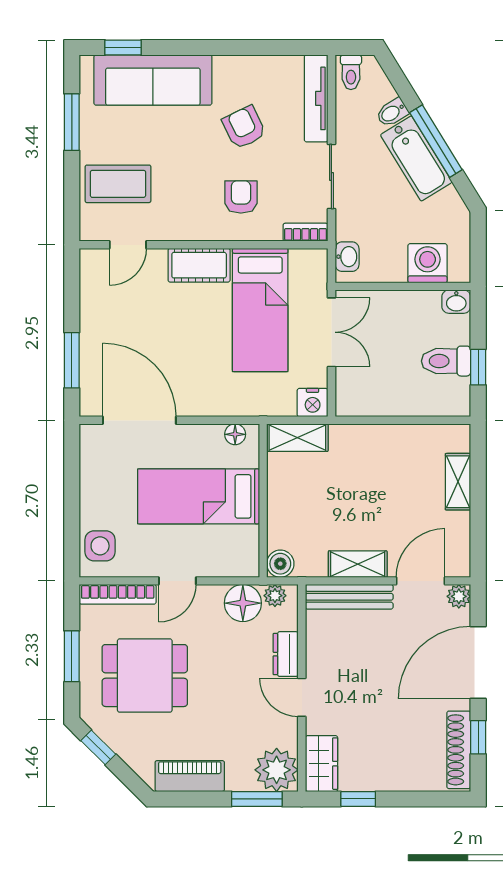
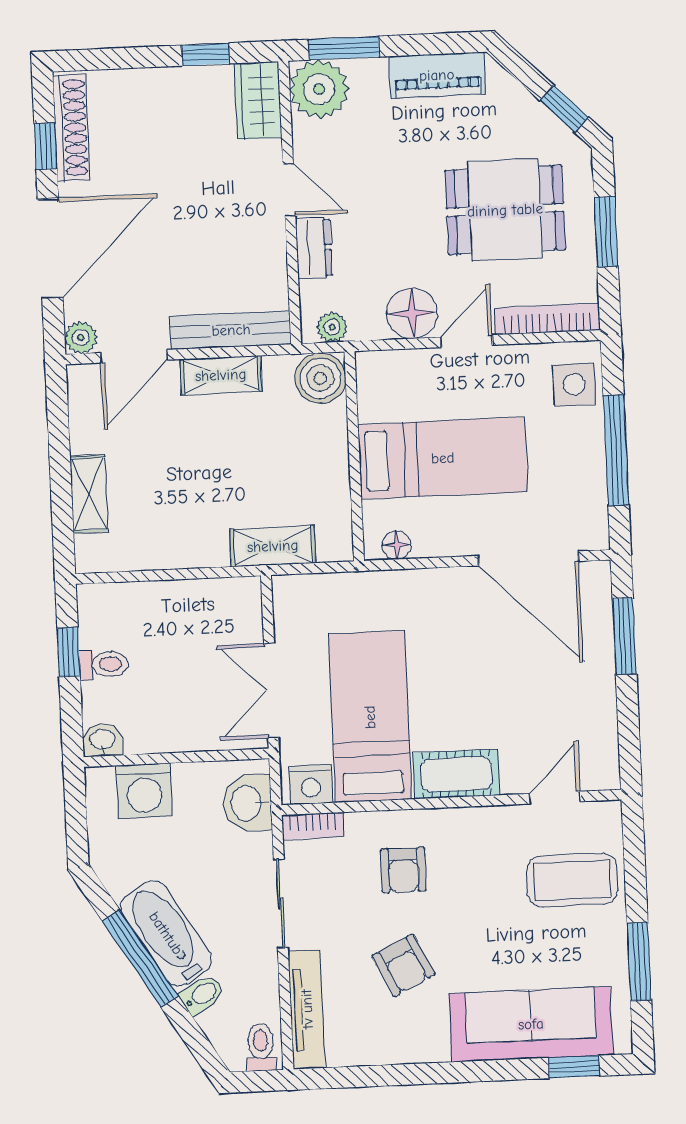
washbasin: (347, 257) -> (248, 803), width x1.38, depth x1.45
toilet: (446, 361) -> (104, 664), width x0.73, depth x0.72
nightstand: (313, 403) -> (311, 784), moved, turned 180
shelving: (297, 438) -> (273, 546), moved
window: (72, 496) -> (616, 450), added
boiler: (280, 564) -> (320, 378), width x1.36, depth x1.36
floor lamp: (243, 603) -> (412, 313), moved

